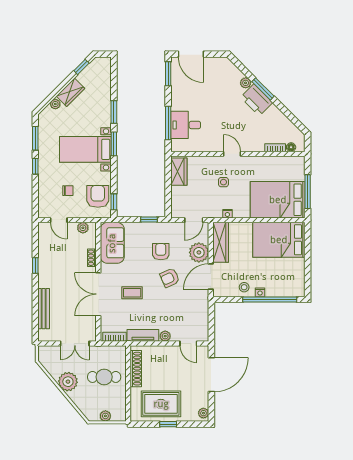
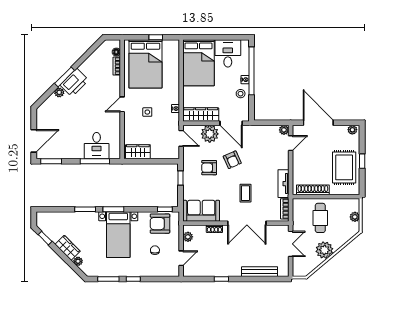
window: (308, 192) -> (156, 37), width x0.46
bed: (278, 200) -> (145, 64), moved
desk: (289, 273) -> (228, 53), added
plant: (165, 336) -> (284, 130), moved

